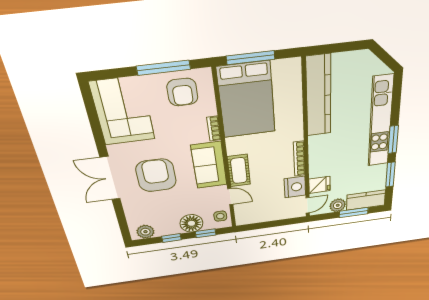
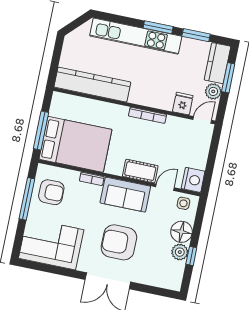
nightstand: (295, 187) -> (193, 180), moved, turned 90
door: (308, 205) -> (202, 120), hinge flipped
plant: (145, 232) -> (180, 252), moved
window: (206, 233) -> (198, 223), removed

